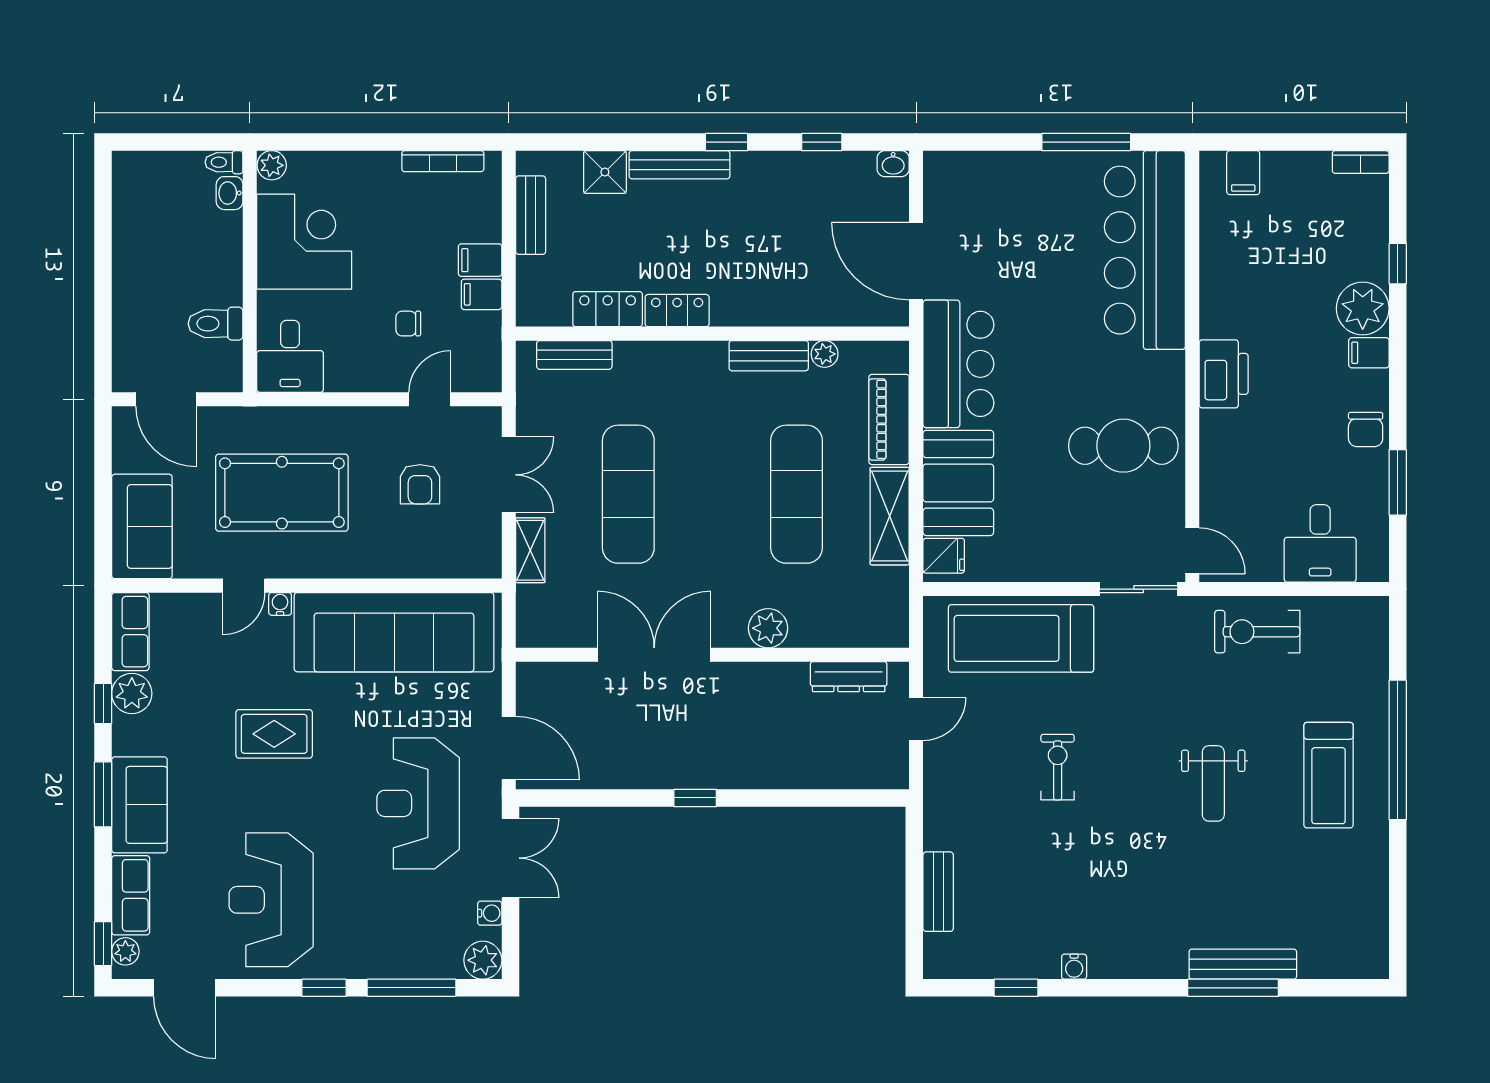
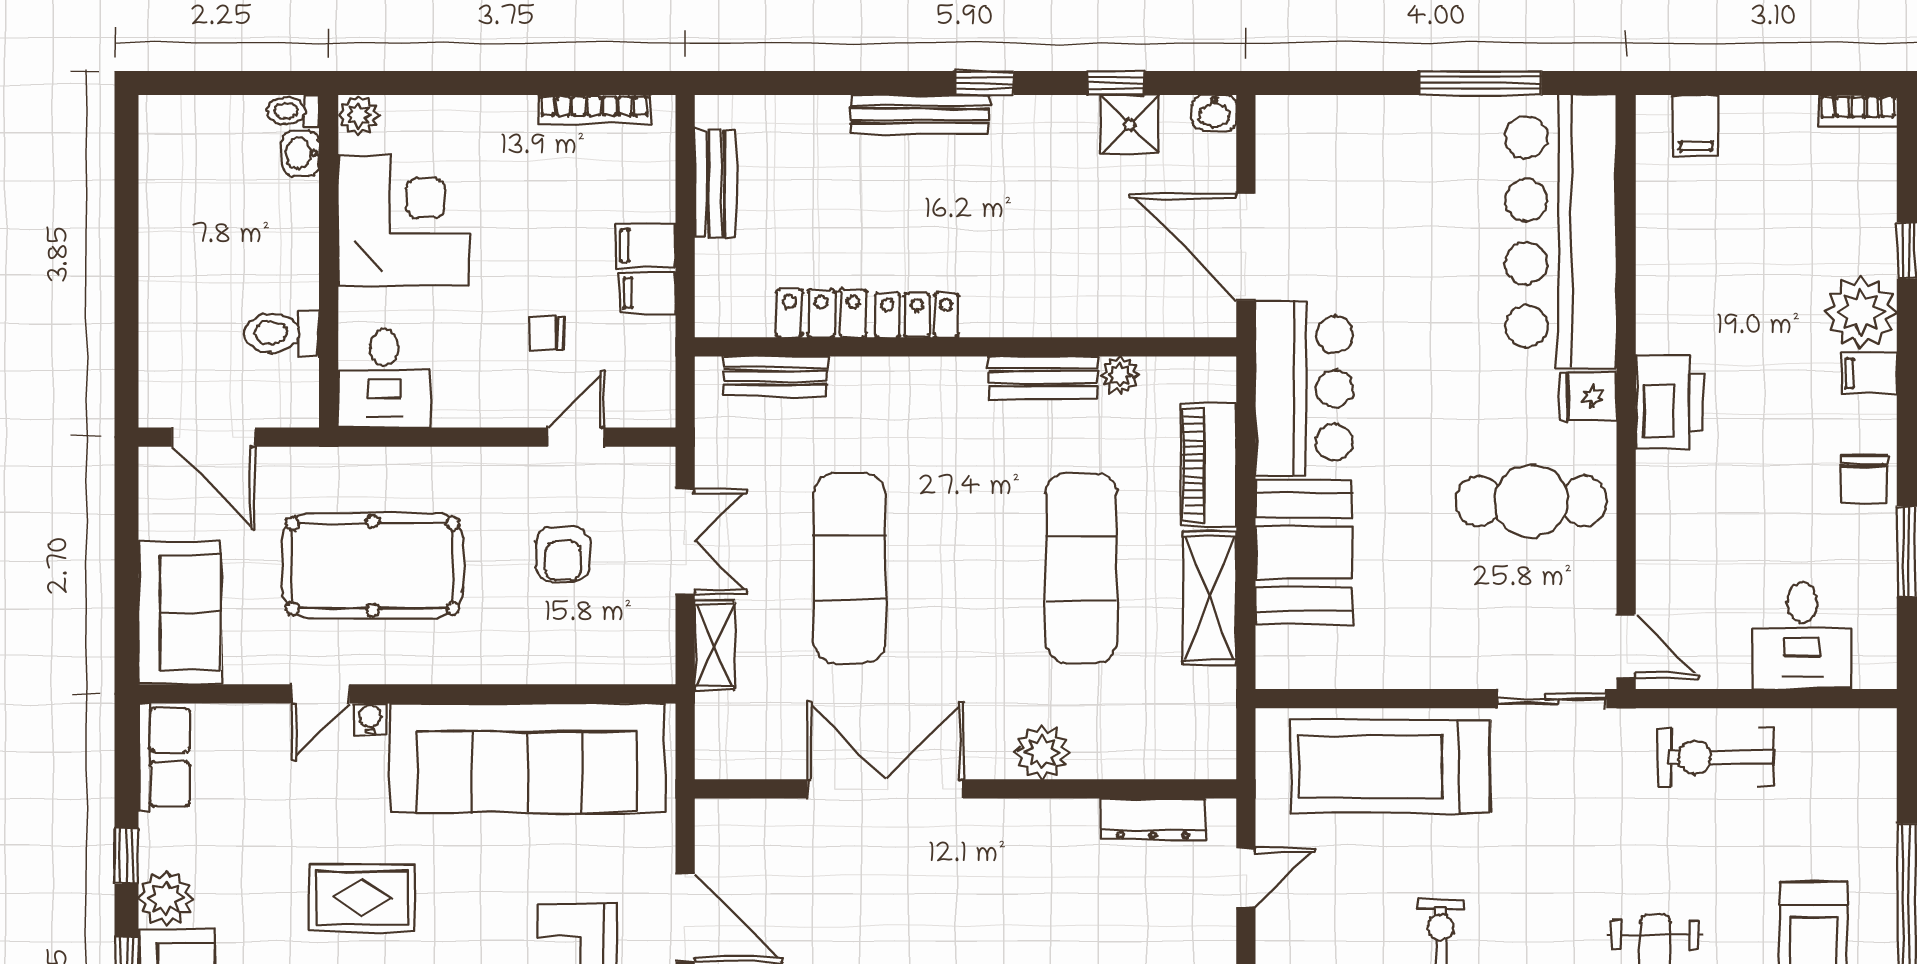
shower: (605, 172) -> (1130, 124), moved
fridge: (944, 556) -> (1588, 396), moved, turned 180
plant: (132, 693) -> (166, 898), moved

